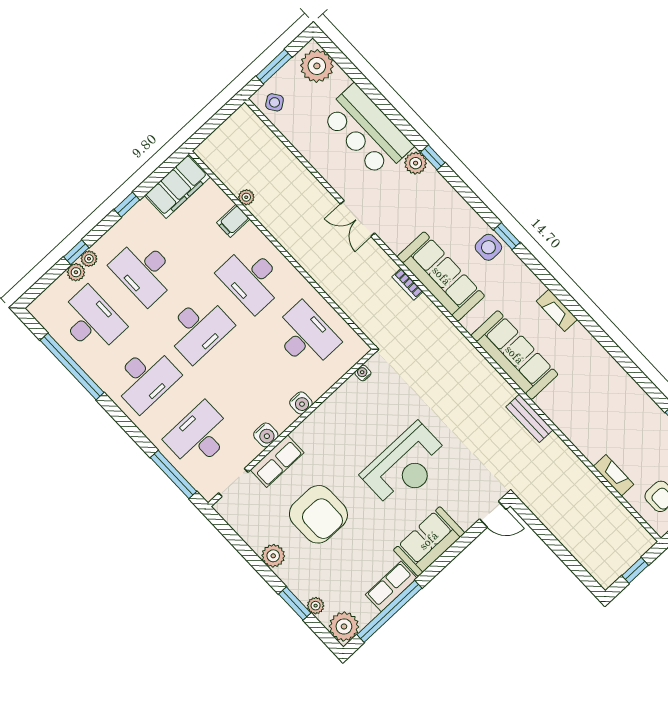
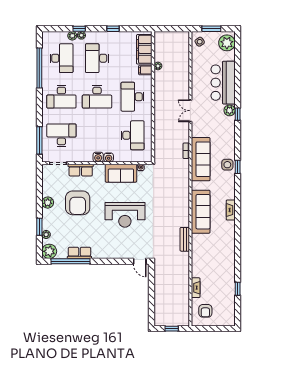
filing cabinet: (177, 186) -> (144, 49), moved, turned 90
water cooler: (266, 435) -> (98, 157), moved
sofa: (429, 541) -> (121, 173), moved, turned 180

